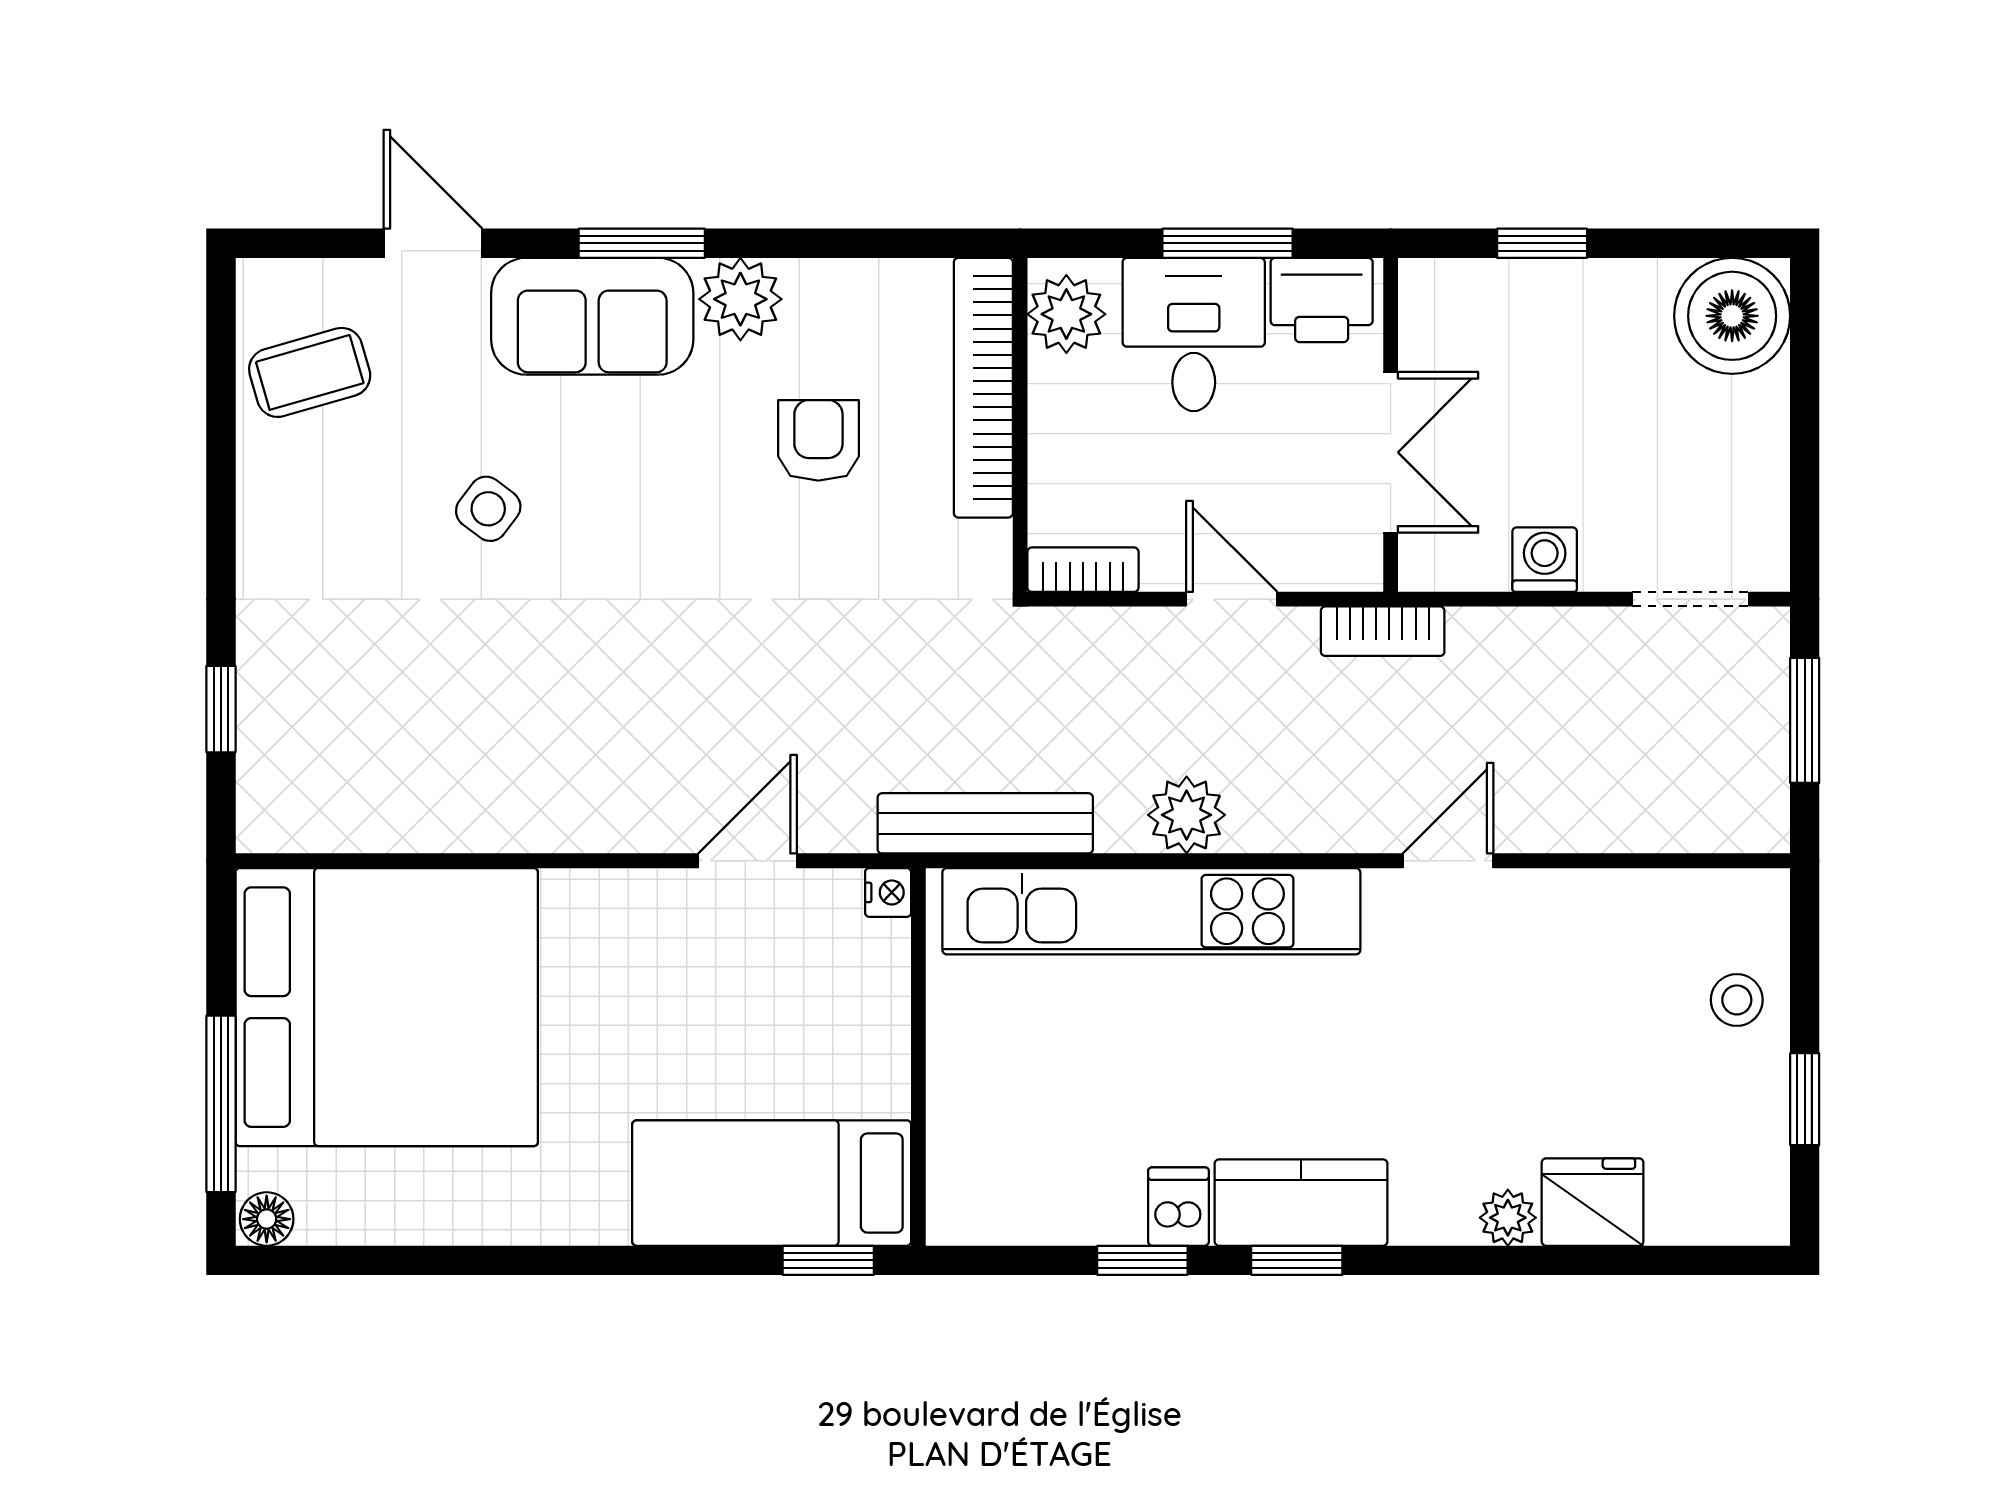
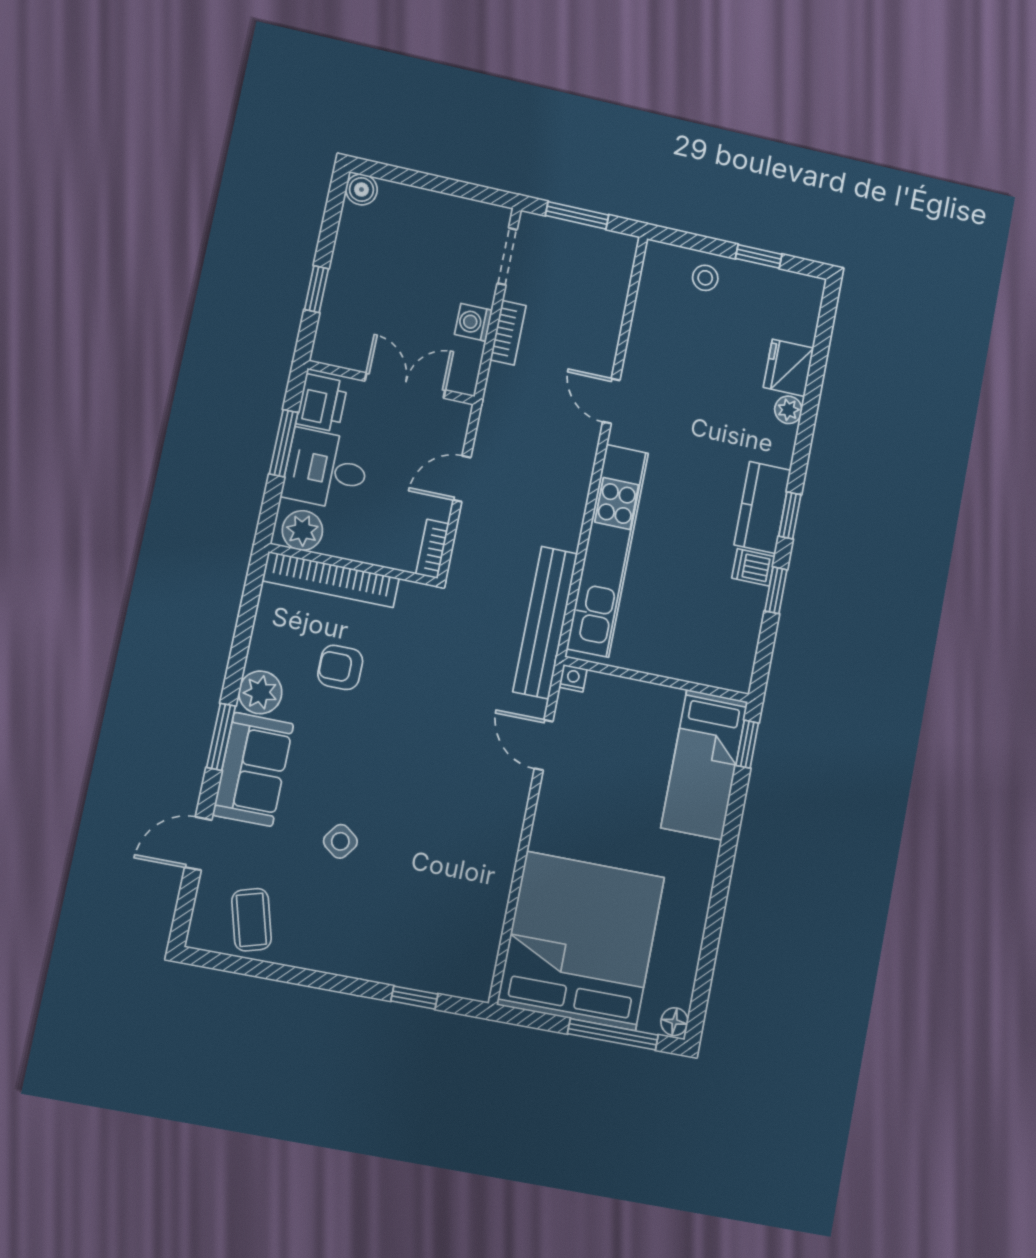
boiler: (1732, 316) -> (361, 189), width x0.54, depth x0.54
bookcase: (1383, 631) -> (508, 333), moved
plant: (1187, 815) -> (564, 523), removed
bench: (985, 823) -> (545, 623), width x1.37, depth x1.21

